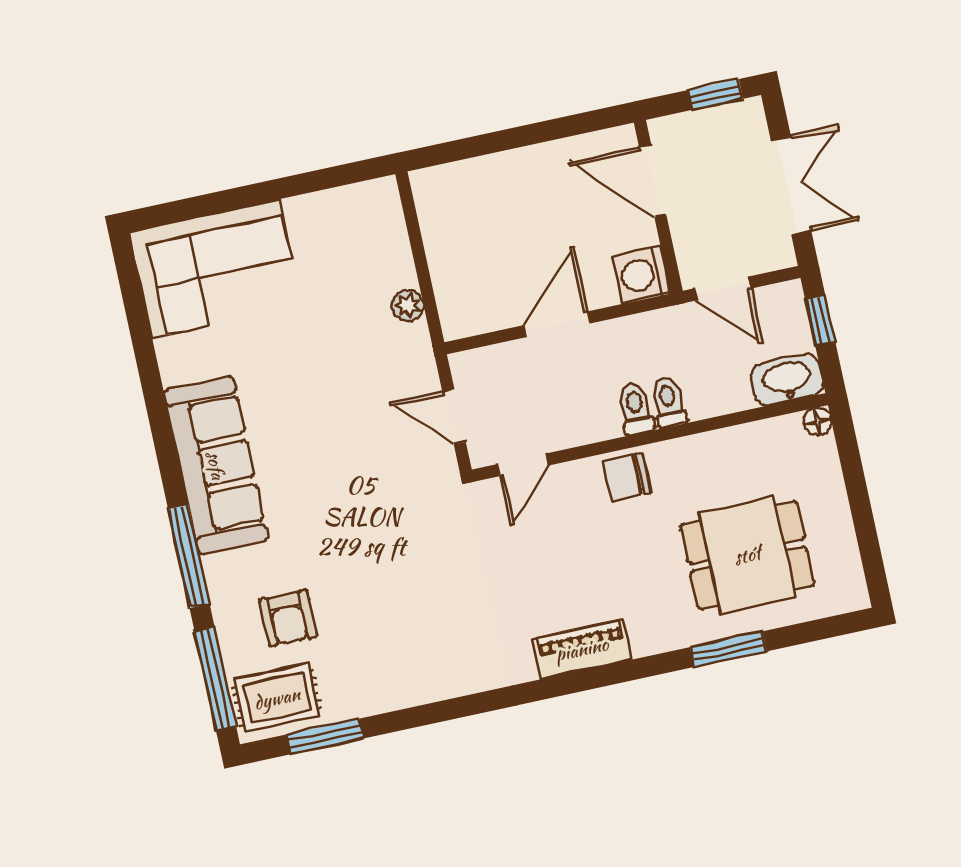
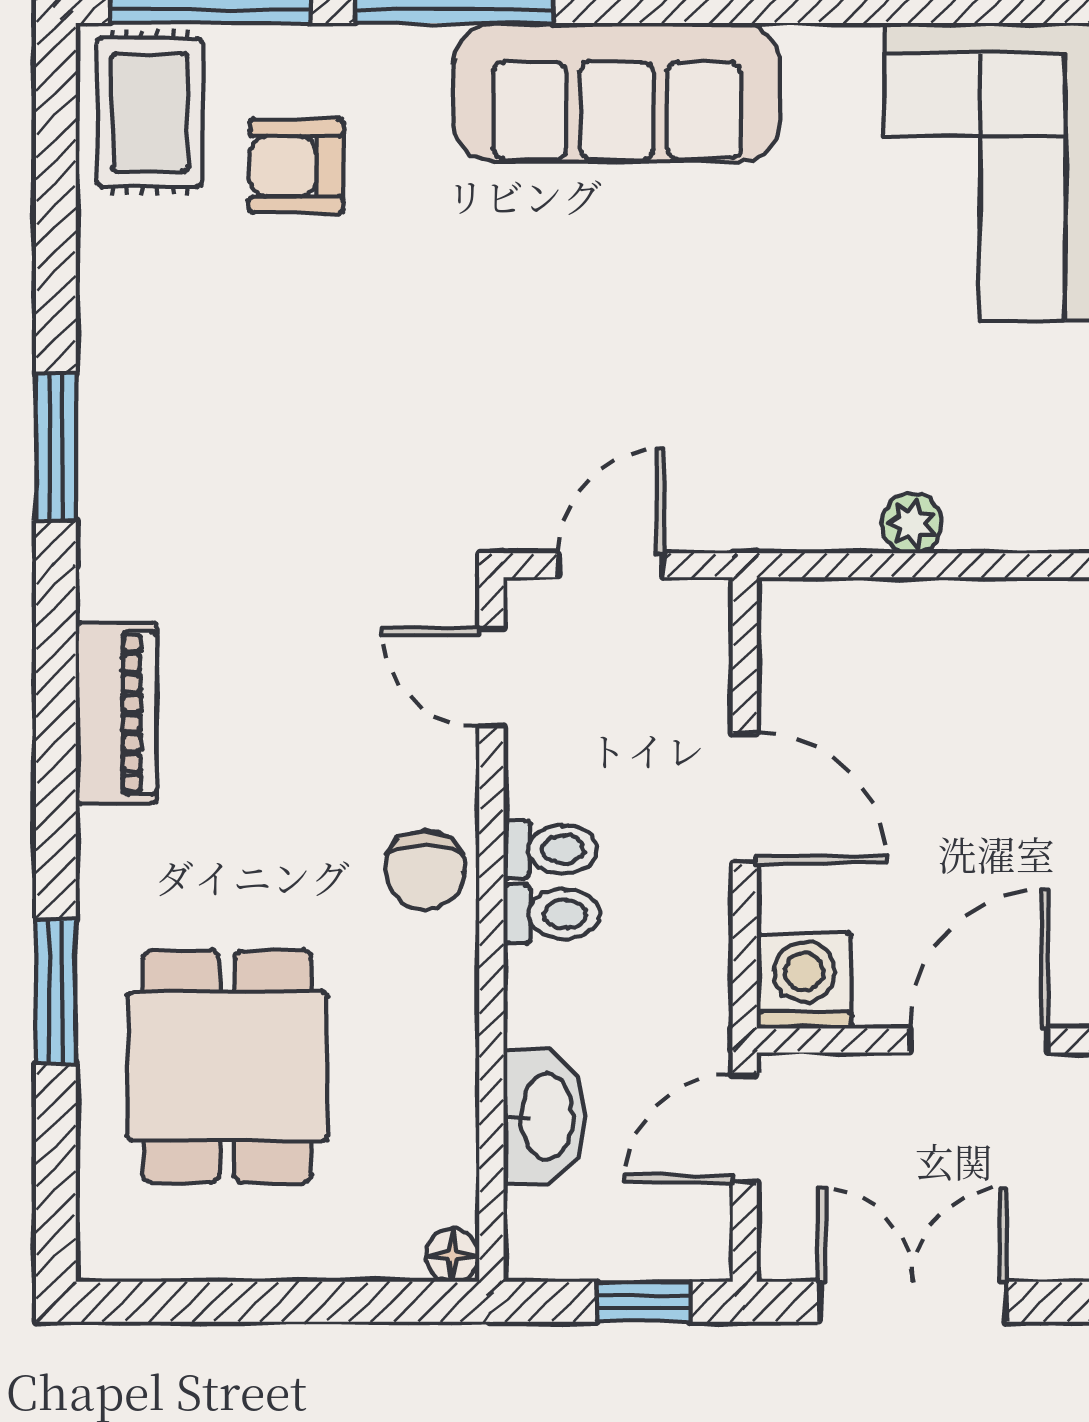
double door: (791, 185) -> (913, 1302), swing flipped
plant: (408, 305) -> (912, 523), moved
washbasin: (787, 380) -> (545, 1117), moved
toilet: (668, 402) -> (550, 849), moved
chair: (627, 477) -> (425, 870), turned 180
window: (325, 737) -> (56, 447), moved

